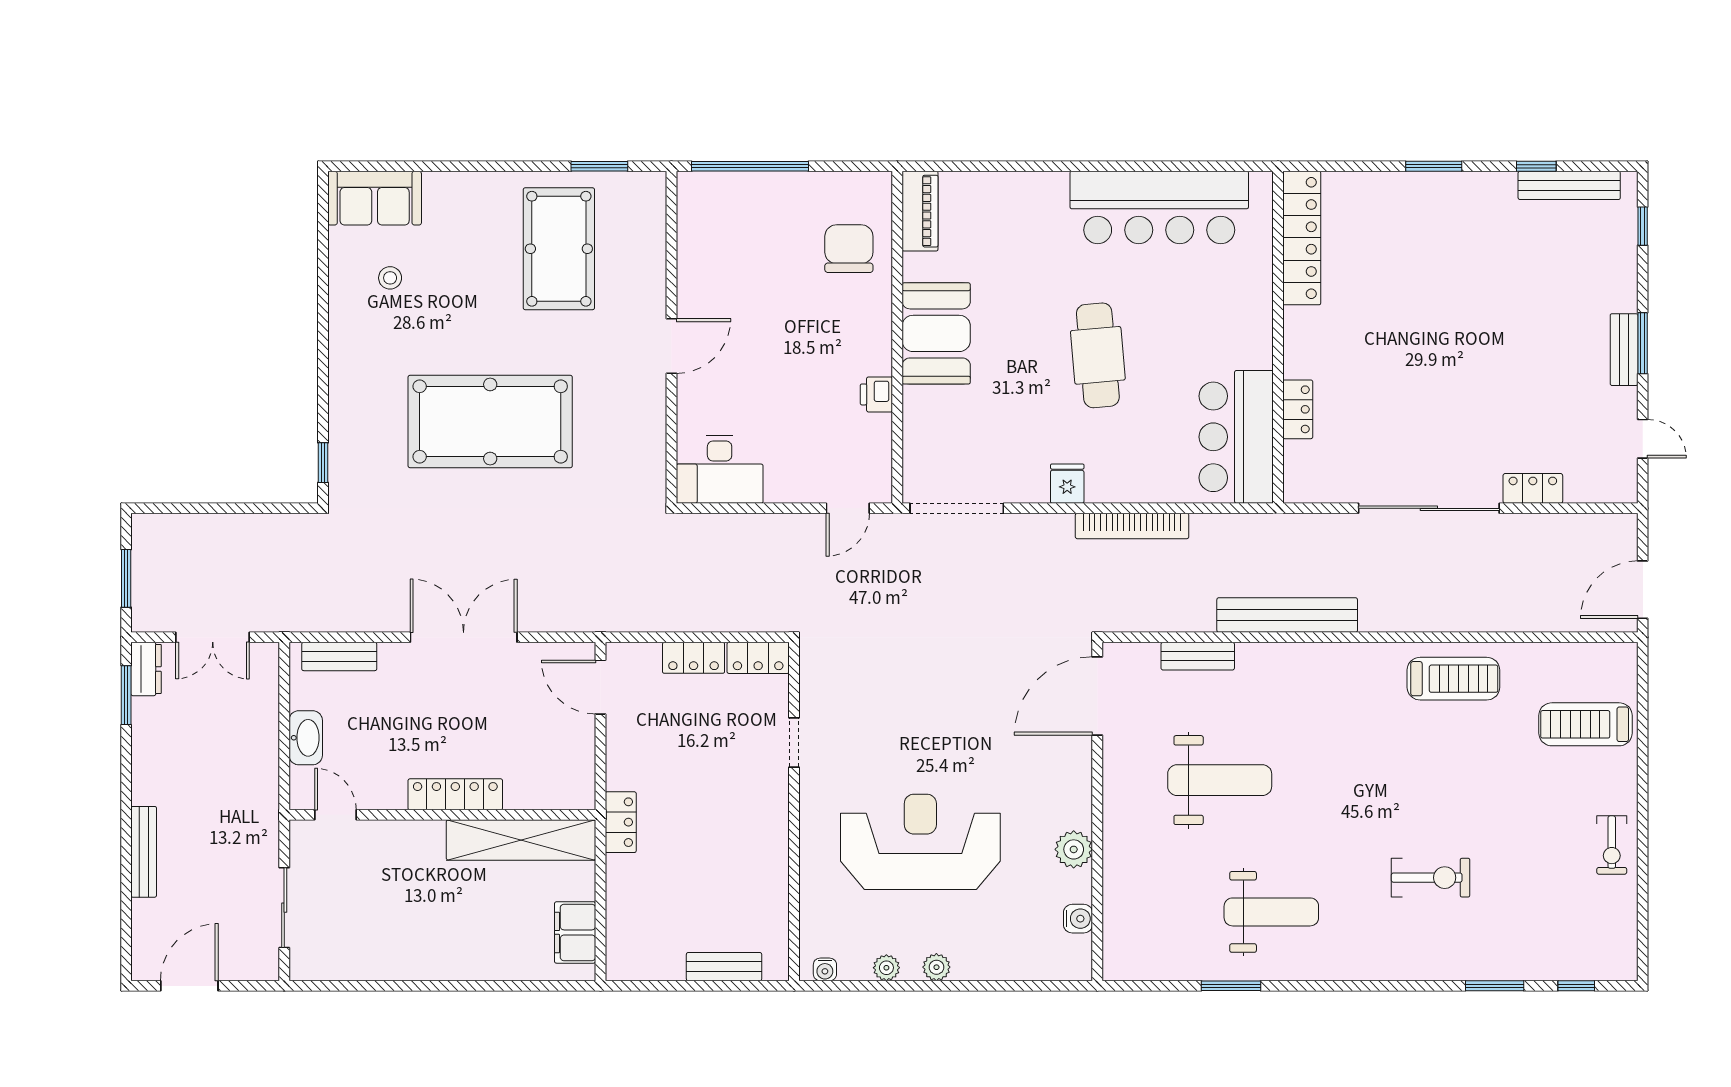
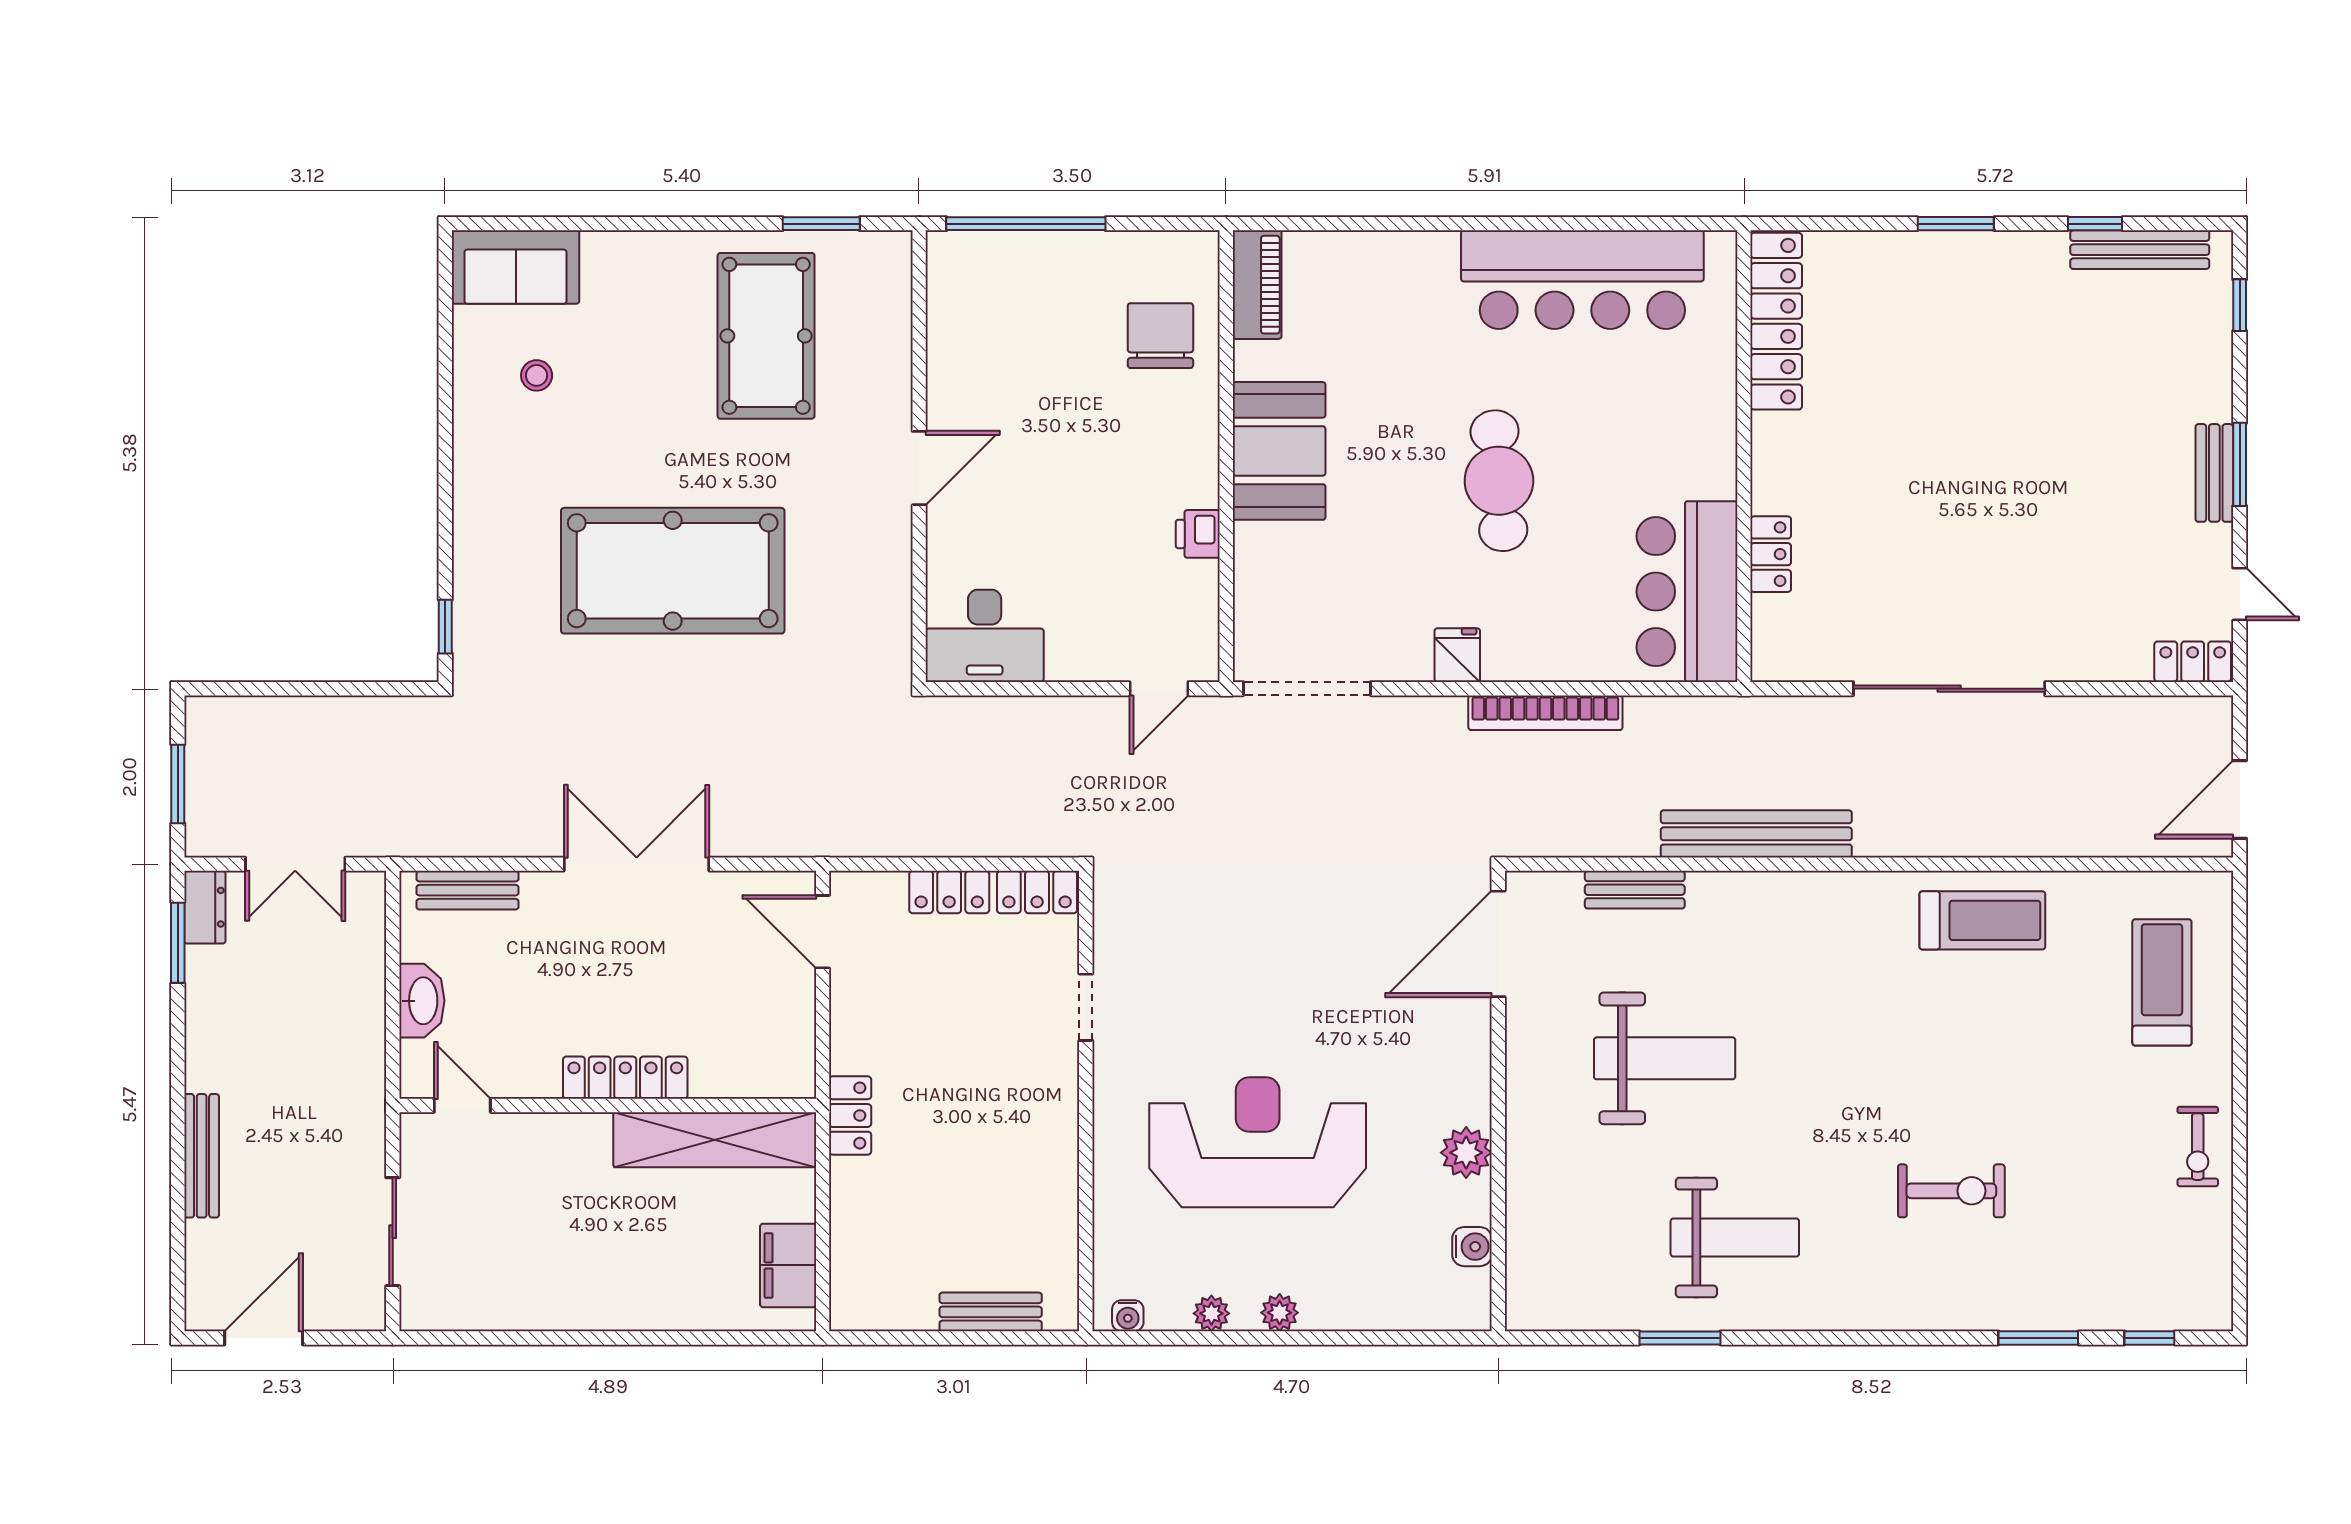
locker: (1533, 488) -> (2193, 662), moved
treadmill: (1585, 724) -> (2162, 982), turned 90

